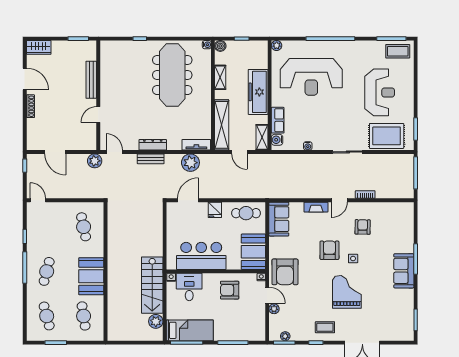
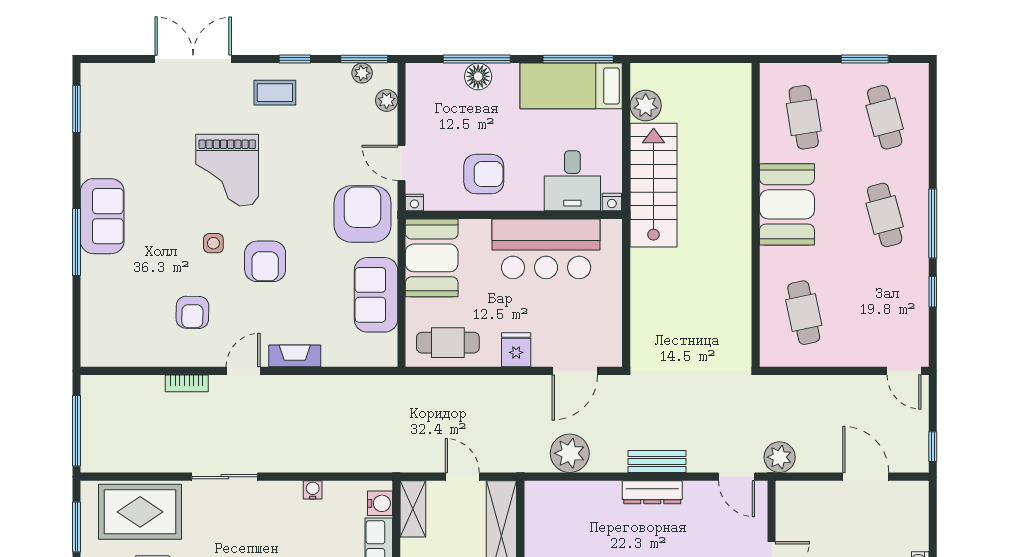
tv unit: (196, 145) -> (557, 492), removed
sofa: (279, 219) -> (376, 295), moved
cafe table: (47, 271) -> (885, 215), turned -30
plant: (274, 309) -> (387, 100), moved
floor lamp: (232, 335) -> (478, 76), added

